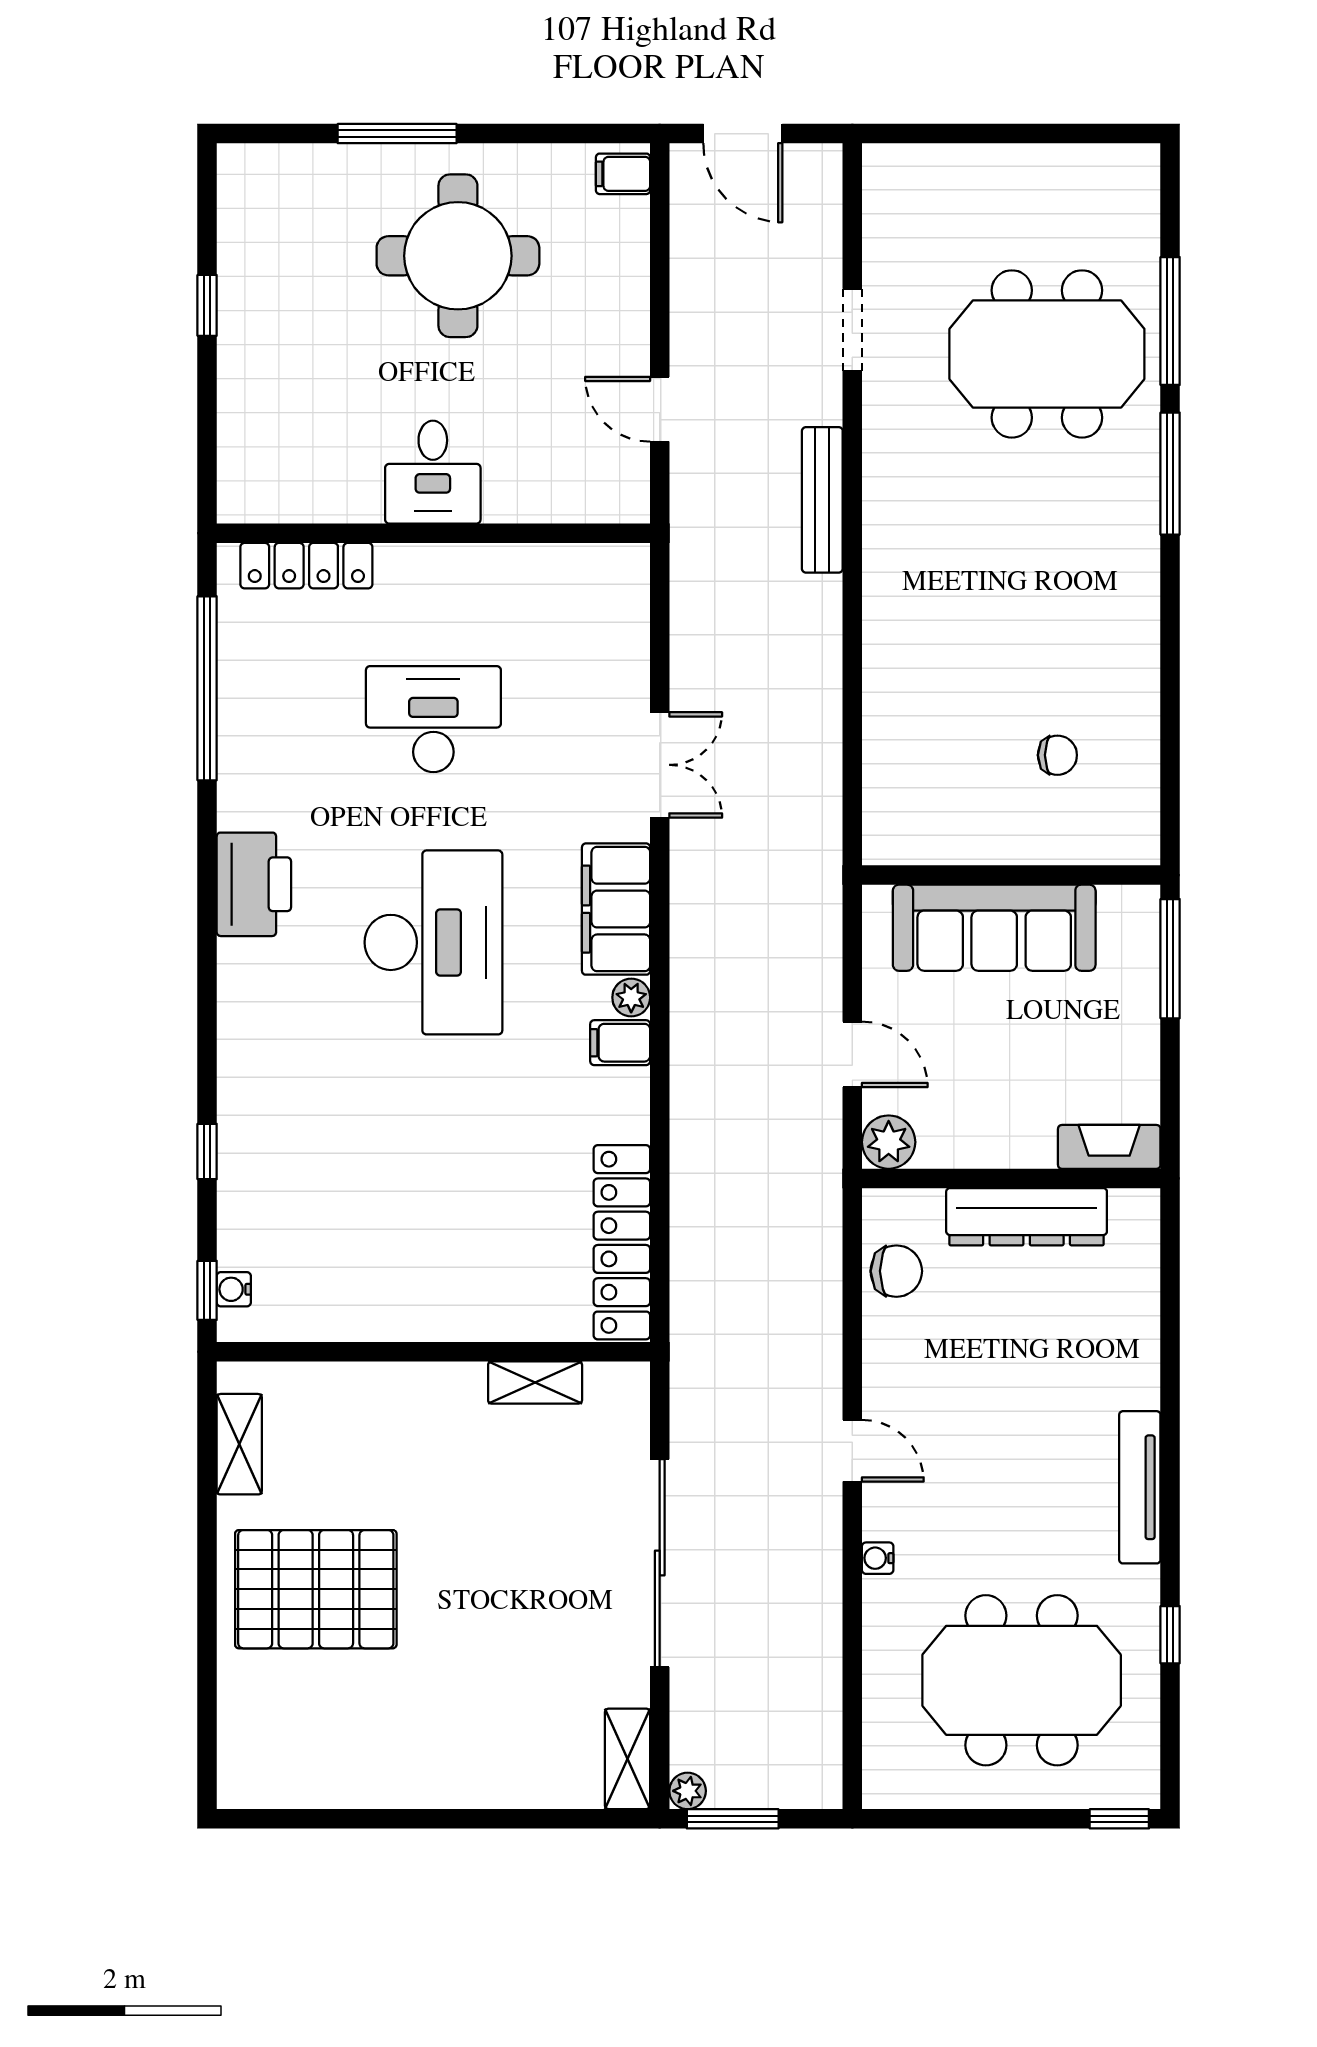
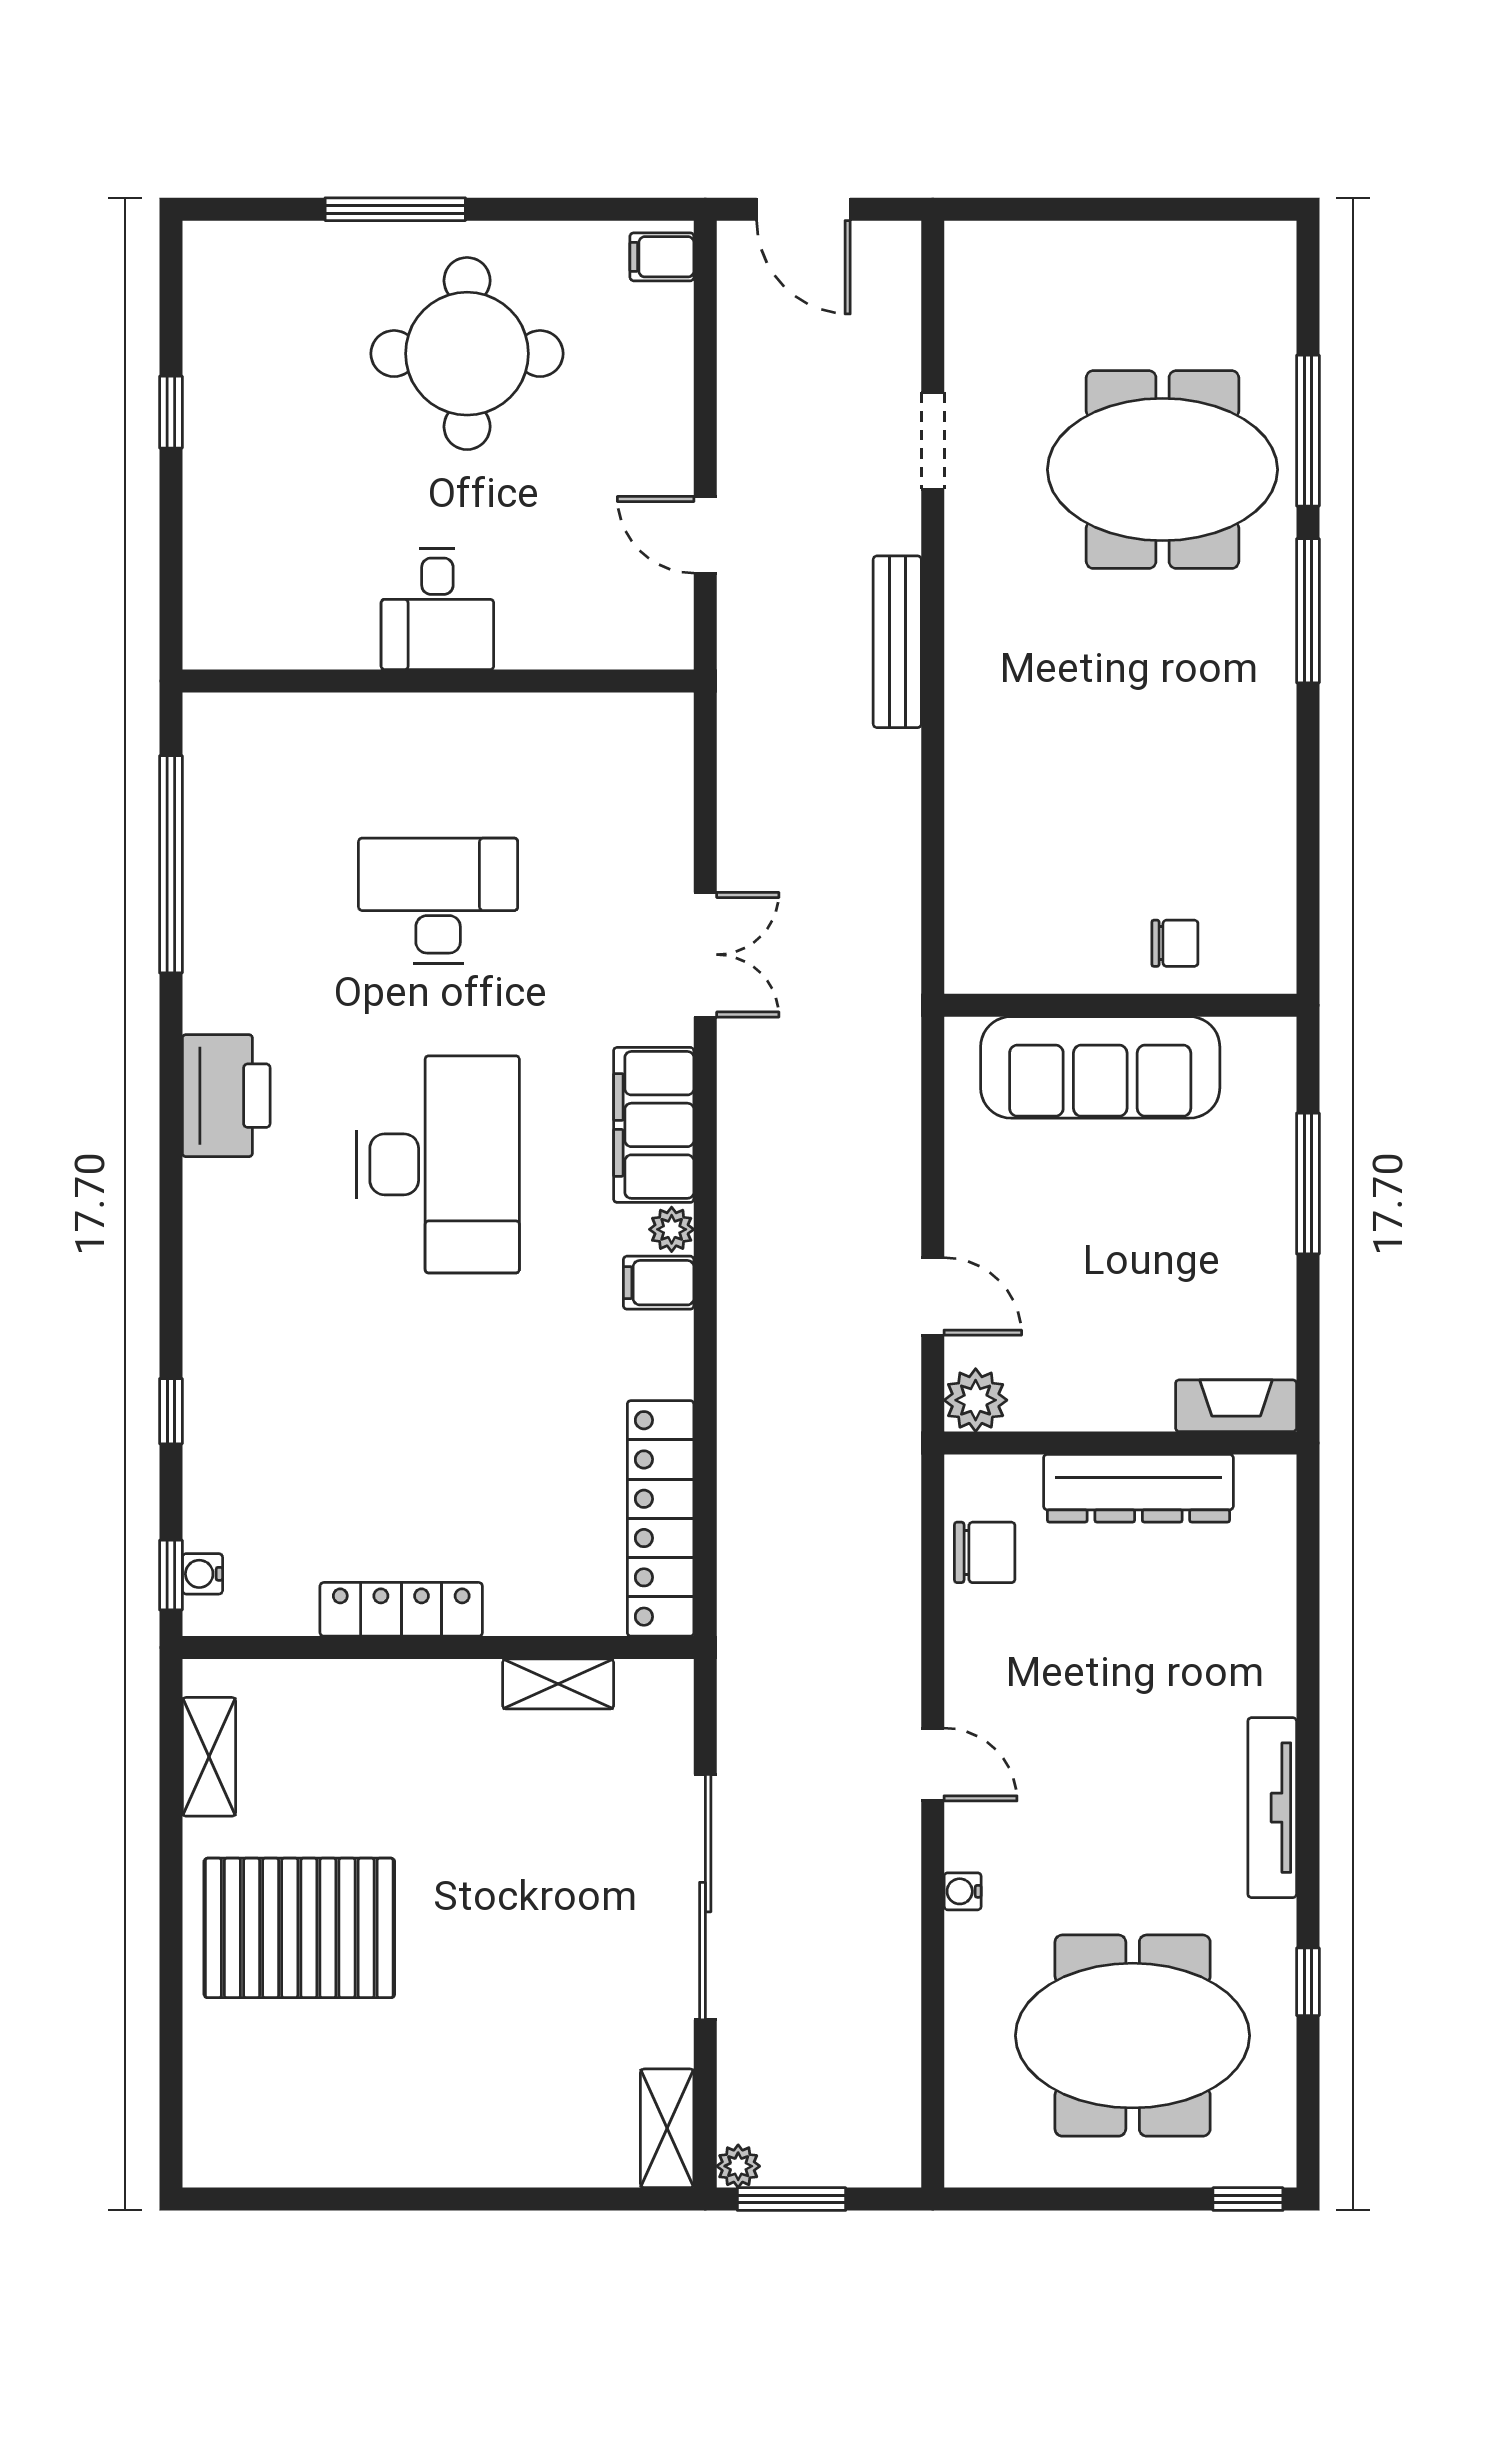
locker: (306, 566) -> (401, 1609), moved, turned 180
wall: (1011, 875) -> (1120, 1005), moved
sofa: (994, 928) -> (1100, 1067), moved

